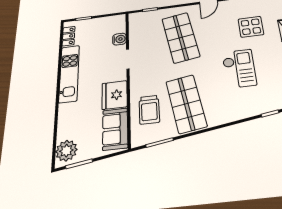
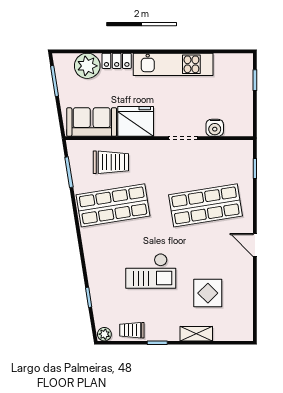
locker: (69, 36) -> (117, 61), moved
trolley: (149, 110) -> (111, 162), turned 180
plant: (66, 151) -> (87, 66), moved

